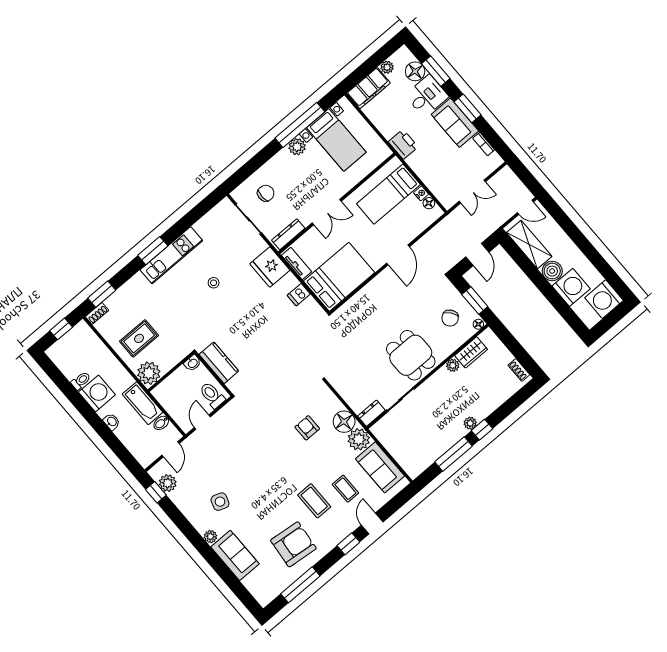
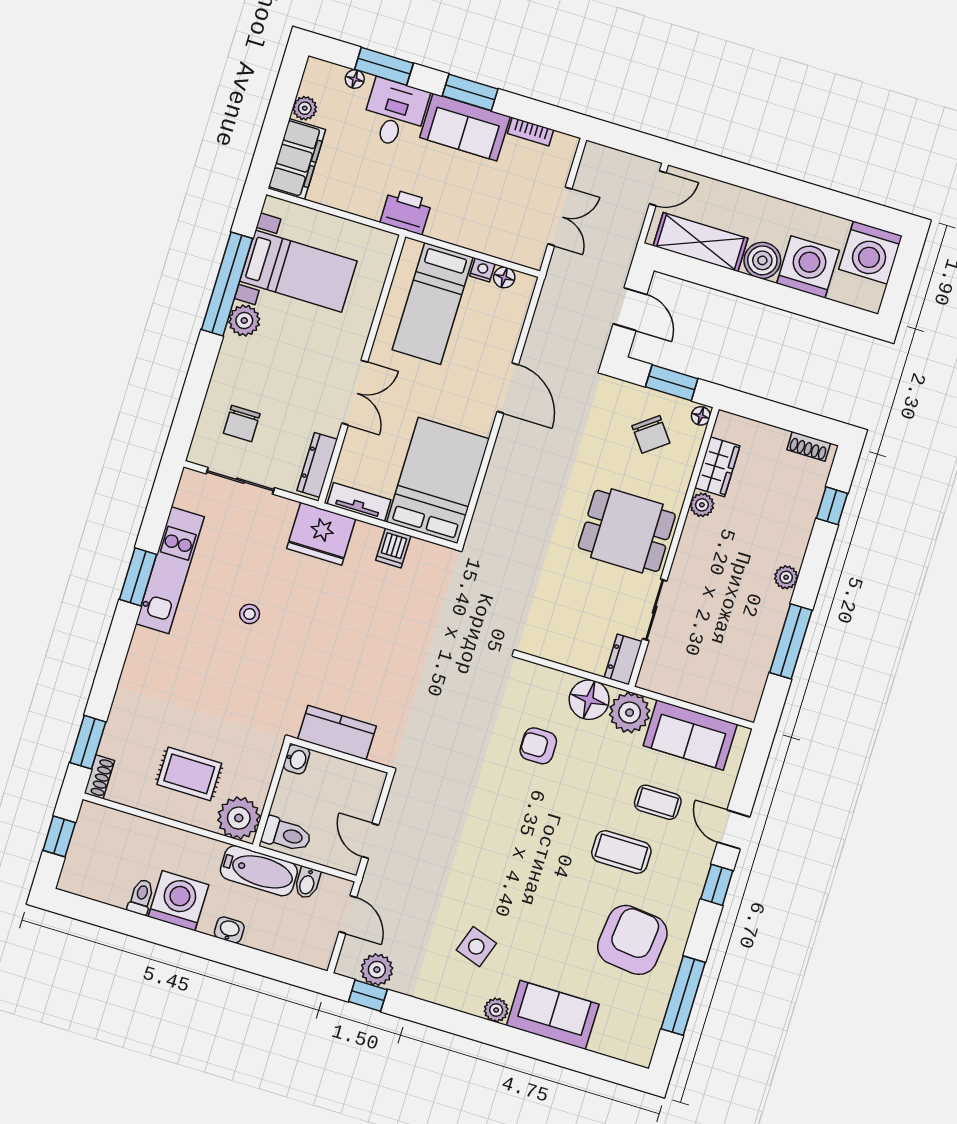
floor lamp: (415, 71) -> (355, 79), width x0.53, depth x0.53
chair: (266, 193) -> (242, 424), turned 180
window: (153, 251) -> (138, 577), moved
kitchen unit: (171, 255) -> (170, 570), moved
rug: (139, 338) -> (189, 774), turned 90
toilet: (212, 395) -> (286, 835), moved, turned 180
window: (482, 430) -> (832, 506), moved

